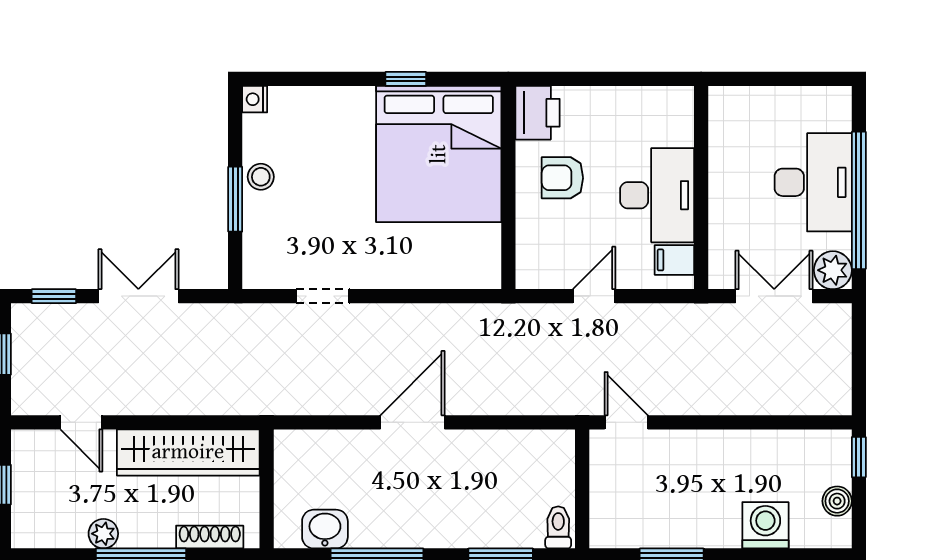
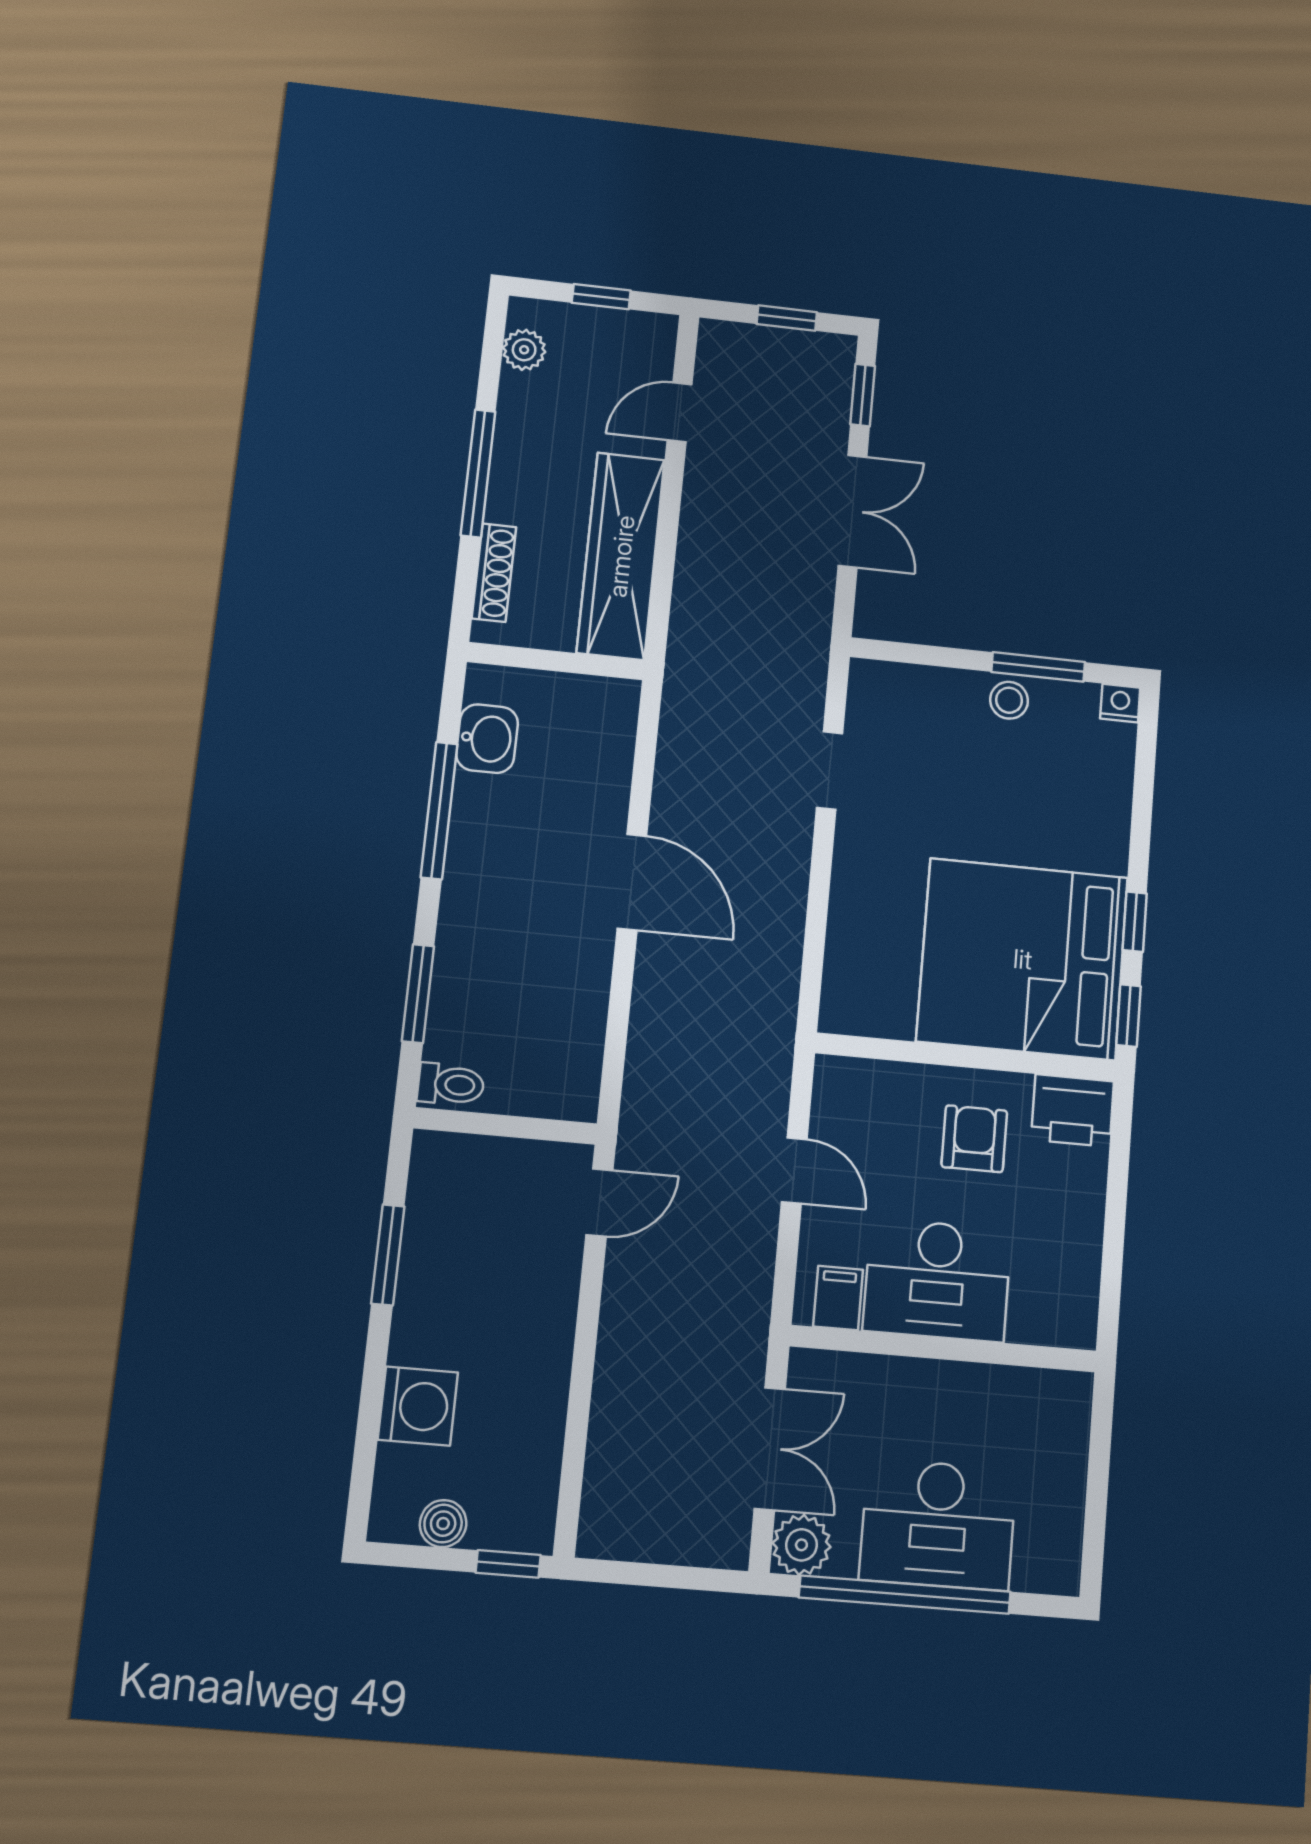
window: (470, 79) -> (1128, 1016), added
window: (235, 199) -> (1038, 667), moved
plant: (103, 534) -> (524, 350), moved

